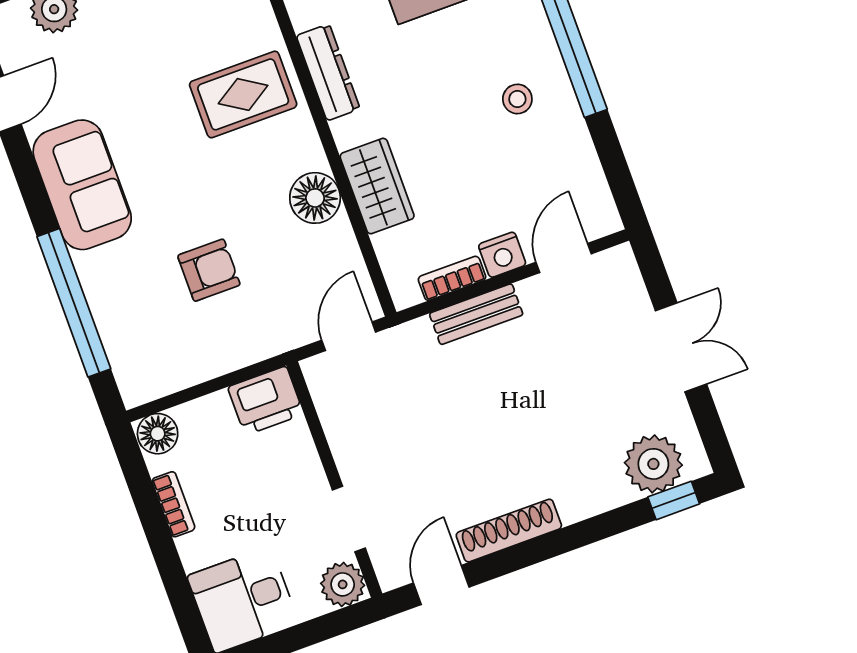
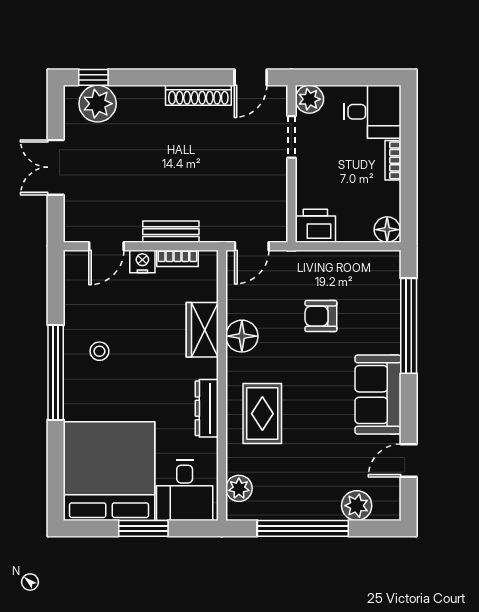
rug: (243, 94) -> (262, 414), turned 90
bookcase: (173, 504) -> (393, 160), moved

